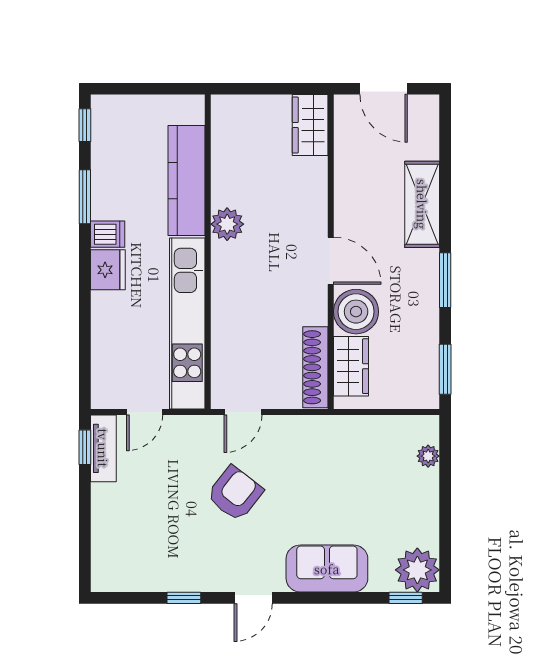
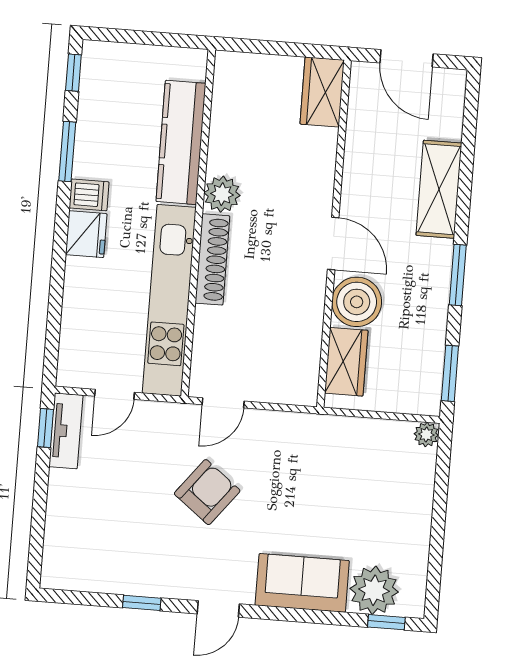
shoe rack: (315, 367) -> (212, 259), moved, turned 180
plant: (428, 456) -> (426, 435), moved
plant: (417, 570) -> (374, 590), moved

